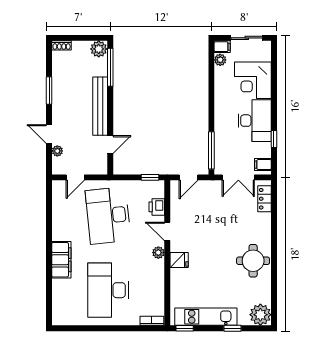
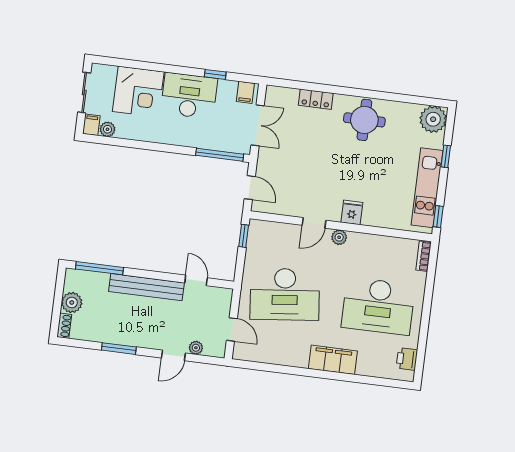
plant: (99, 49) -> (72, 303), moved
locker: (265, 199) -> (316, 99), moved
printer: (157, 207) -> (407, 359), moved, turned 90

